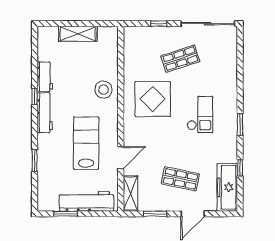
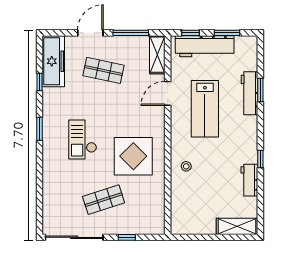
shelving: (78, 34) -> (237, 226), moved
stool: (104, 90) -> (186, 166), width x0.53, depth x0.53
workbench: (45, 113) -> (250, 93), moved
window: (100, 214) -> (190, 33), added
window: (155, 214) -> (131, 33), width x1.44

